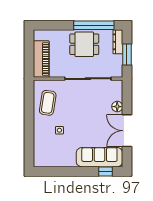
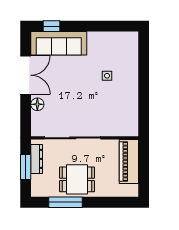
window: (94, 25) -> (65, 202), width x0.68
dresser: (118, 42) -> (37, 159), moved
coffee table: (48, 103) -> (121, 109), removed

